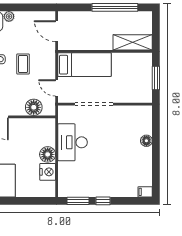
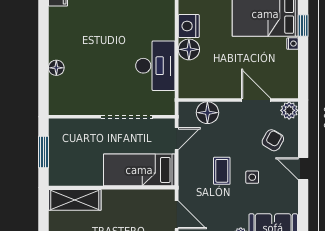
door: (57, 88) -> (177, 139), hinge flipped

